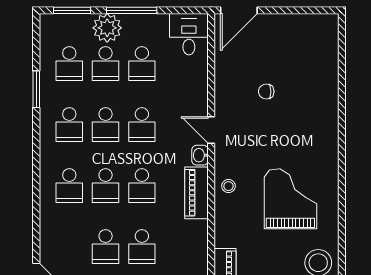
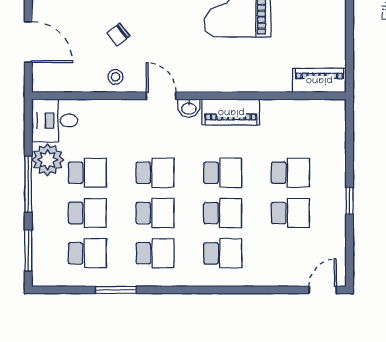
door: (239, 10) -> (28, 42), moved
plant: (107, 28) -> (48, 160), moved
chair: (266, 92) -> (118, 35), turned 52
door: (211, 130) -> (161, 96), swing flipped
stool: (228, 186) -> (115, 77), moved

